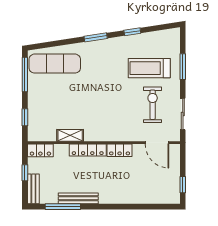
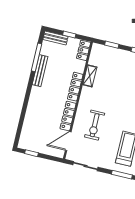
exercise bike: (153, 105) -> (95, 125), moved, turned 90
locker: (120, 150) -> (68, 116), width x1.53

